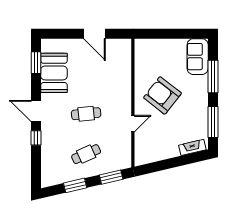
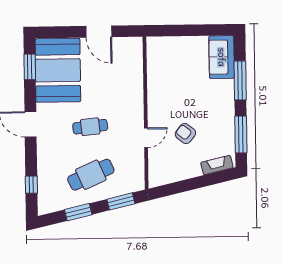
booth: (54, 73) -> (58, 70), width x1.36, depth x1.42
armchair: (162, 95) -> (185, 134), moved, width x0.53, depth x0.53
window: (36, 138) -> (31, 185), moved
cafe table: (86, 154) -> (91, 175), width x1.37, depth x1.35

